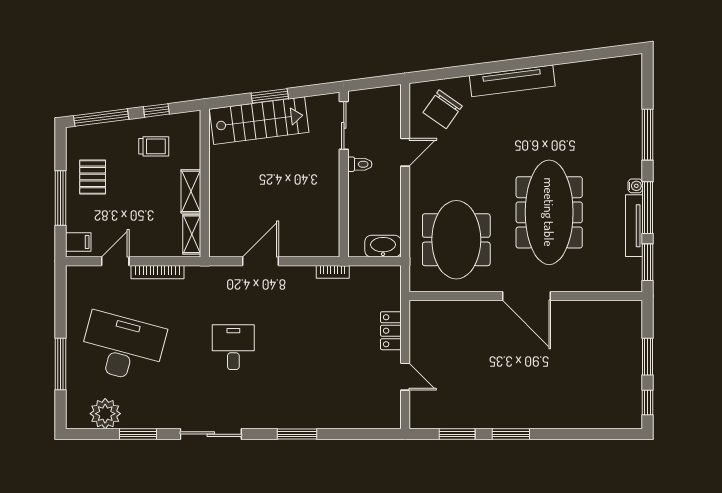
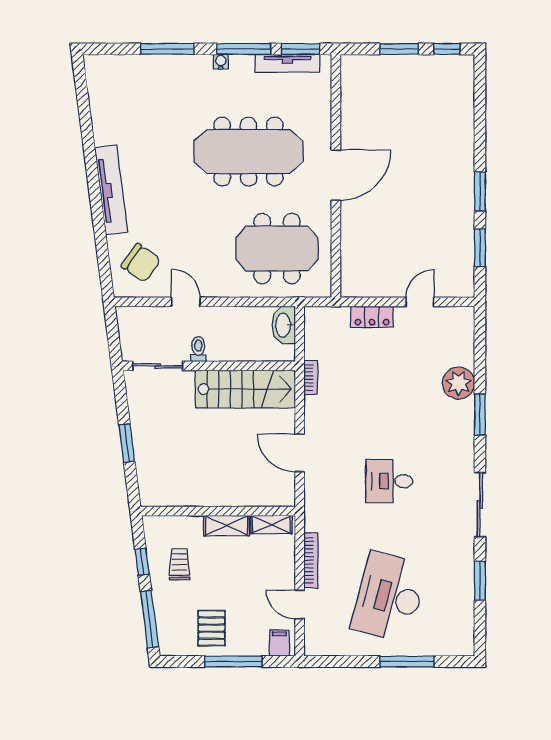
stairs: (259, 121) -> (245, 389), moved, turned 97
pallet: (93, 177) -> (212, 628), turned 90
tv unit: (634, 226) -> (287, 63), moved
plant: (105, 414) -> (459, 383), moved

